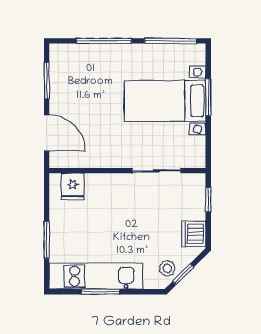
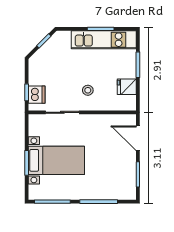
fridge: (73, 187) -> (127, 87), moved, turned -90
dishwasher: (194, 234) -> (37, 95), moved
stool: (167, 268) -> (88, 90), moved

